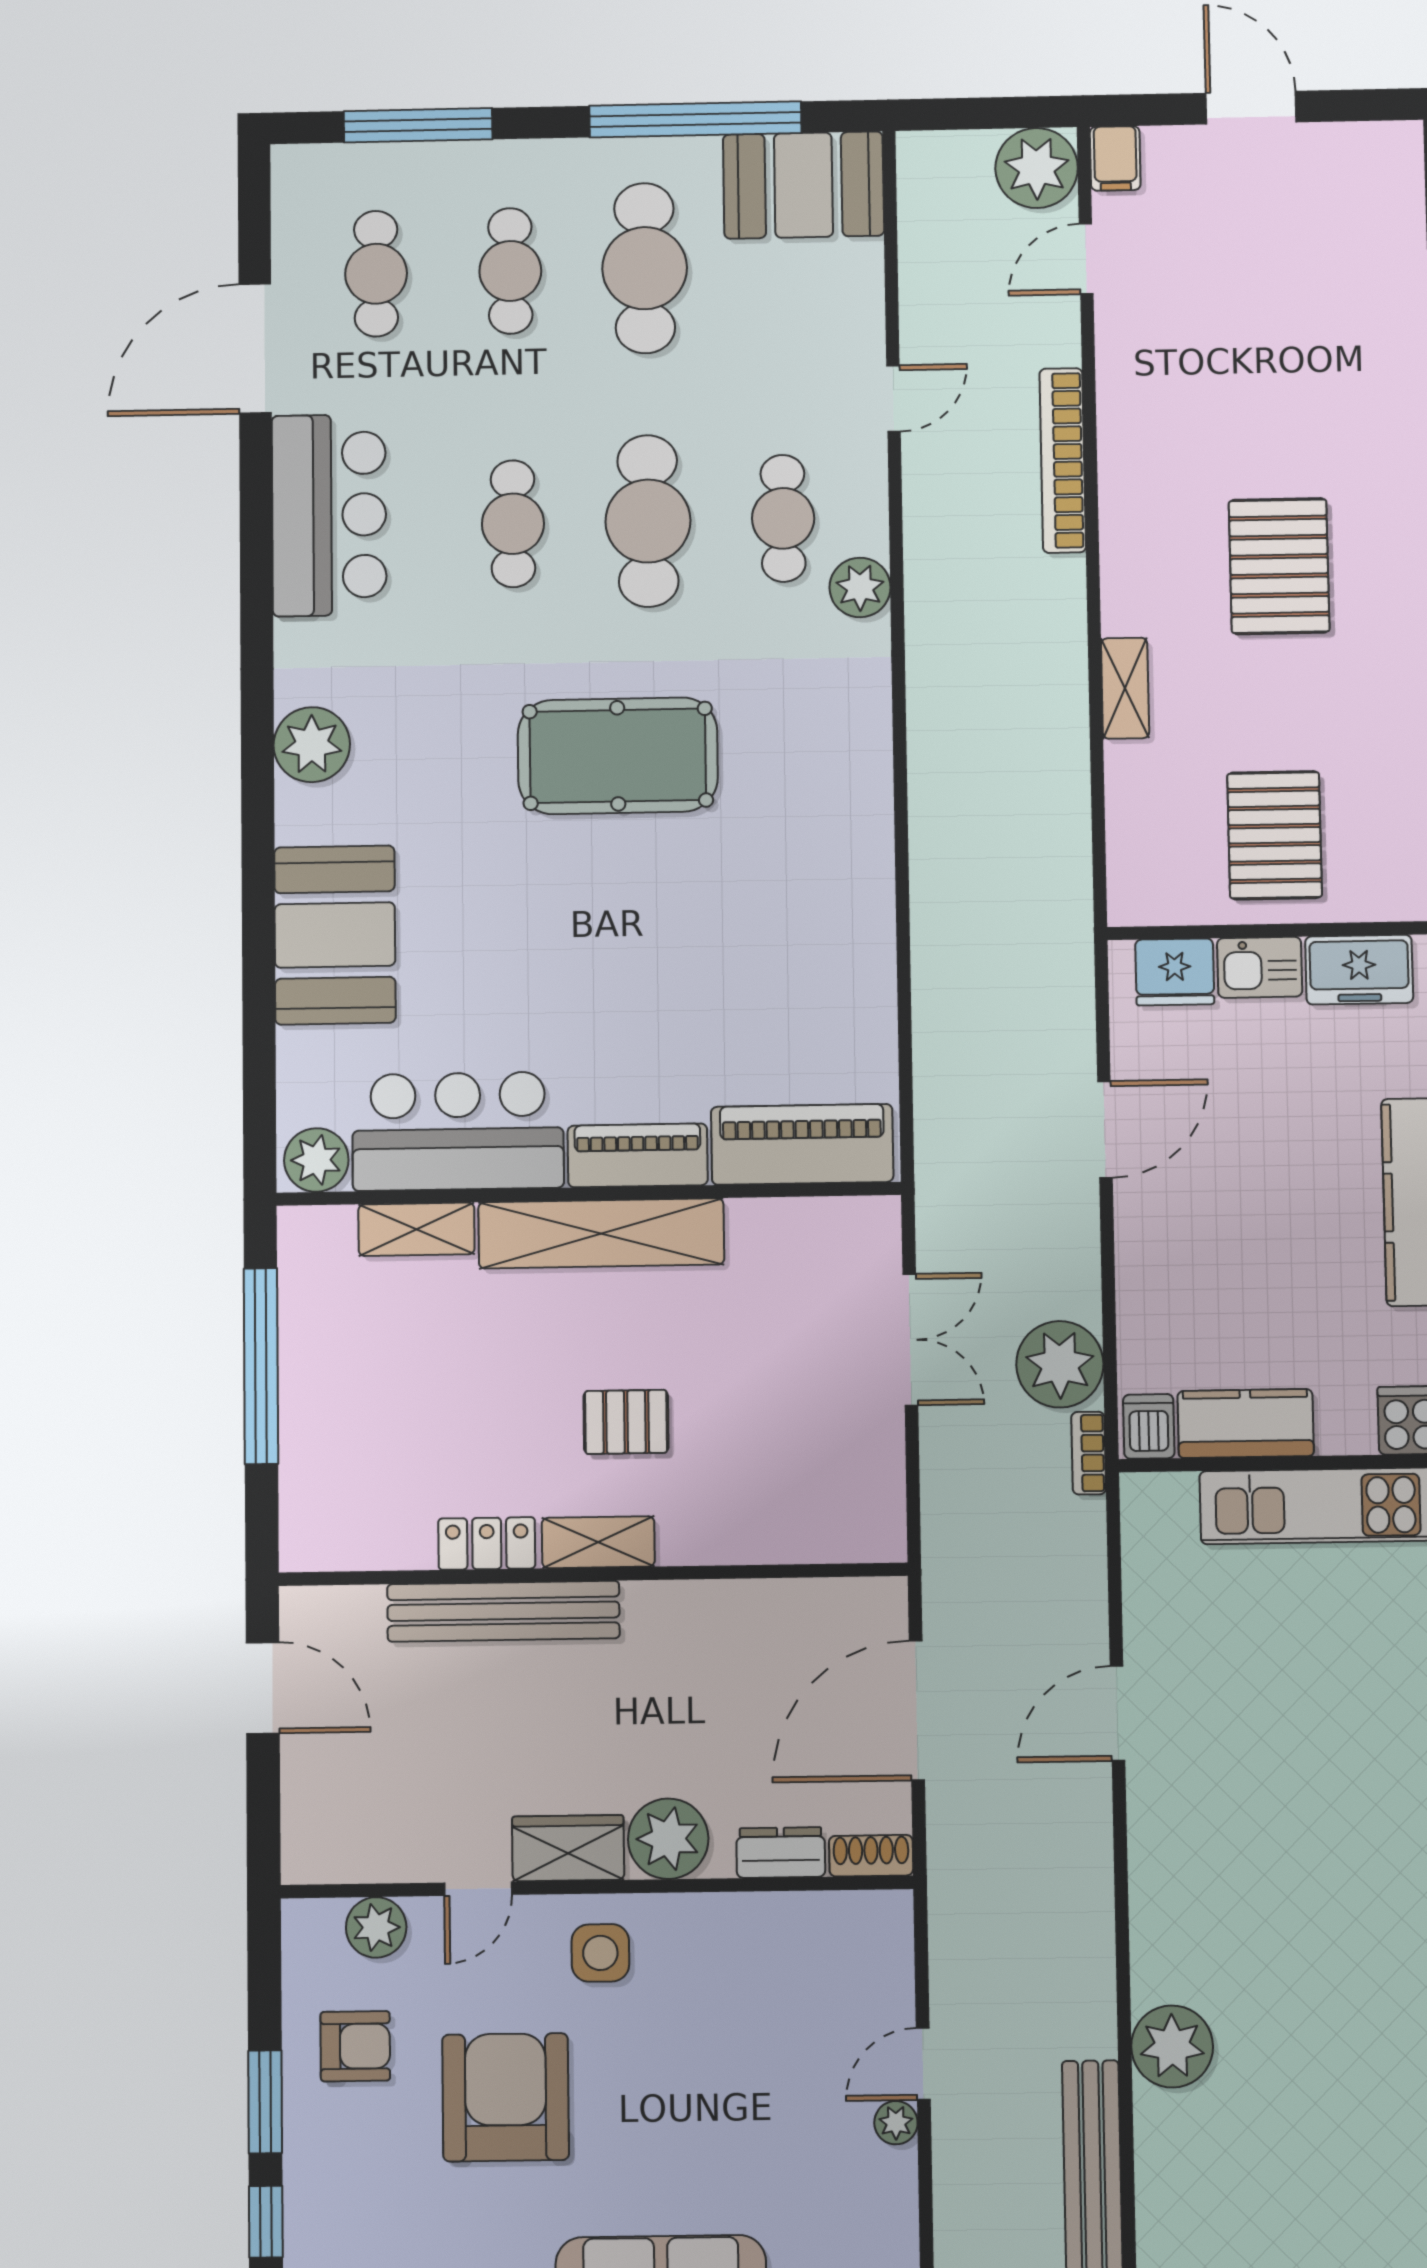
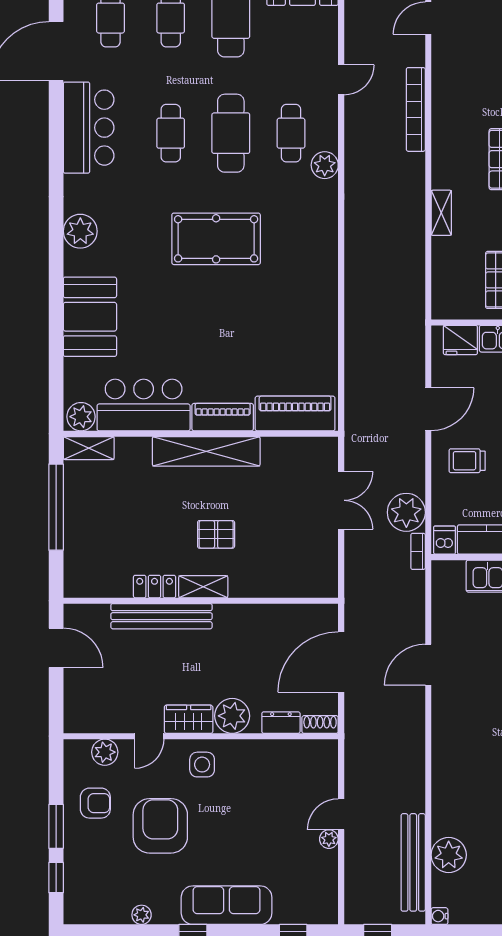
shelving: (416, 1229) -> (89, 448), moved
trolley: (1196, 1244) -> (467, 461), added
plant: (1172, 2047) -> (449, 855), moved

